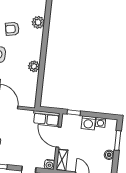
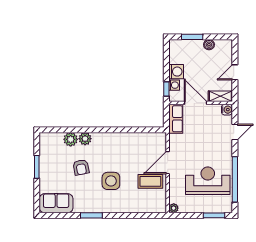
plant: (34, 66) -> (85, 139), moved
washing machine: (101, 122) -> (174, 85), moved
door: (58, 137) -> (196, 103), swing flipped

